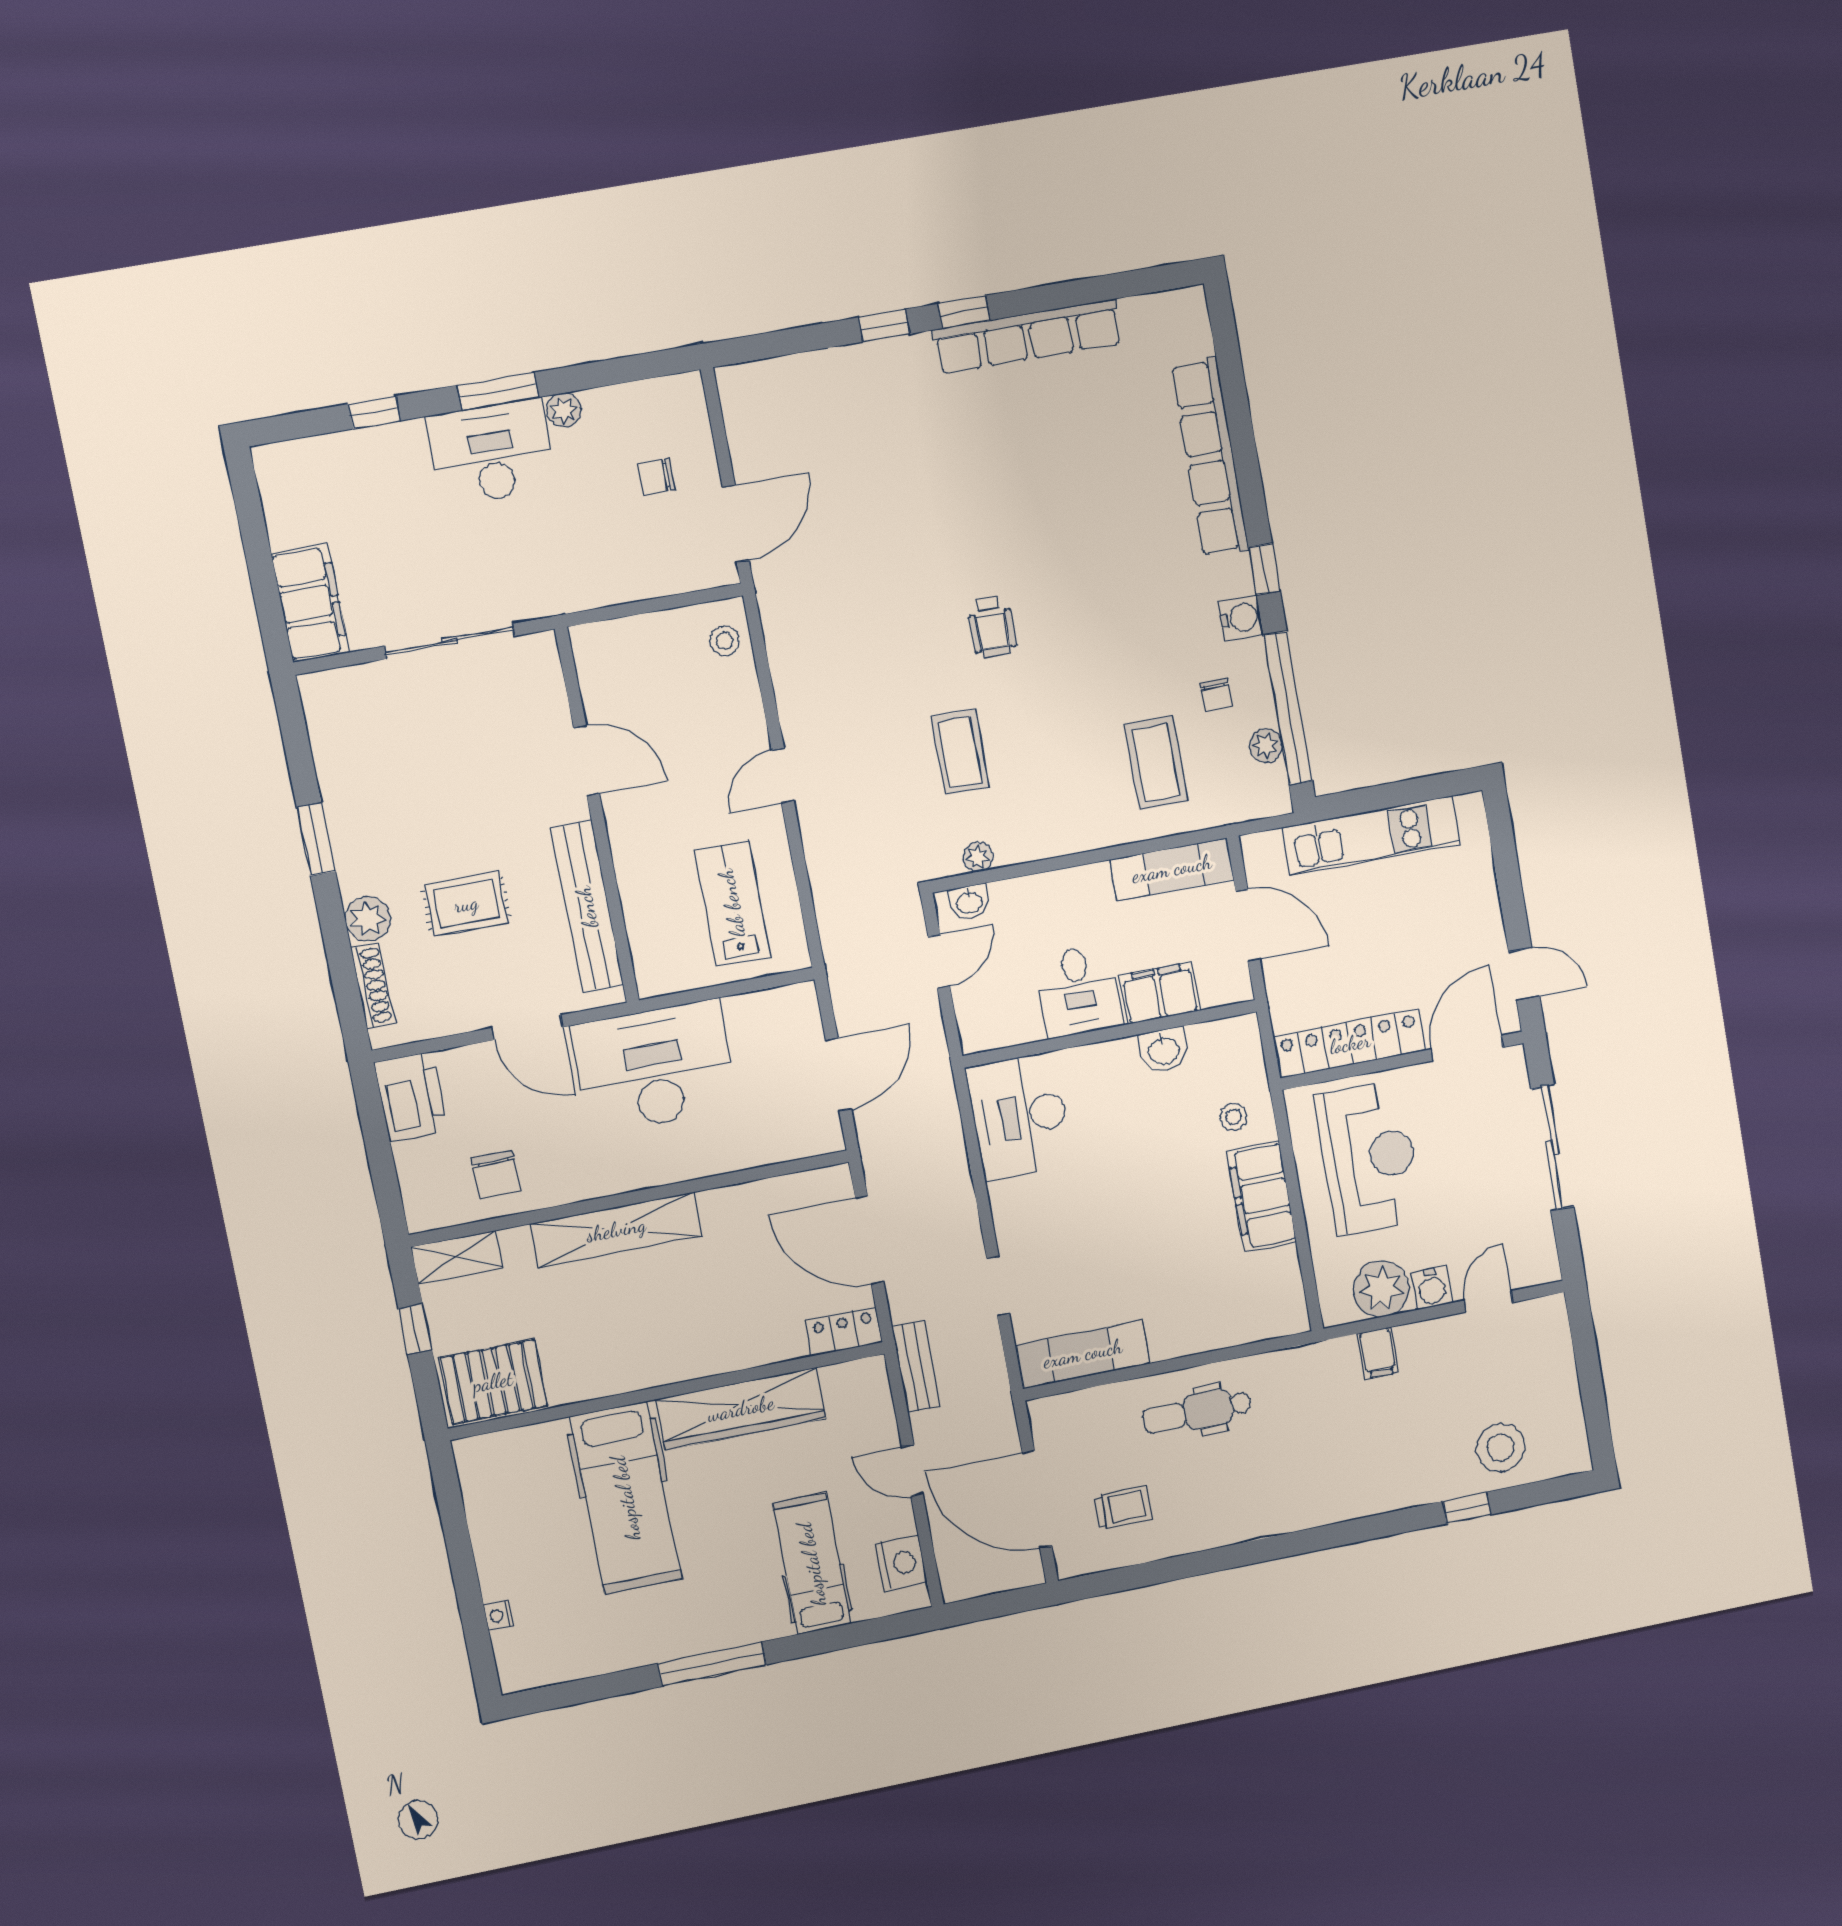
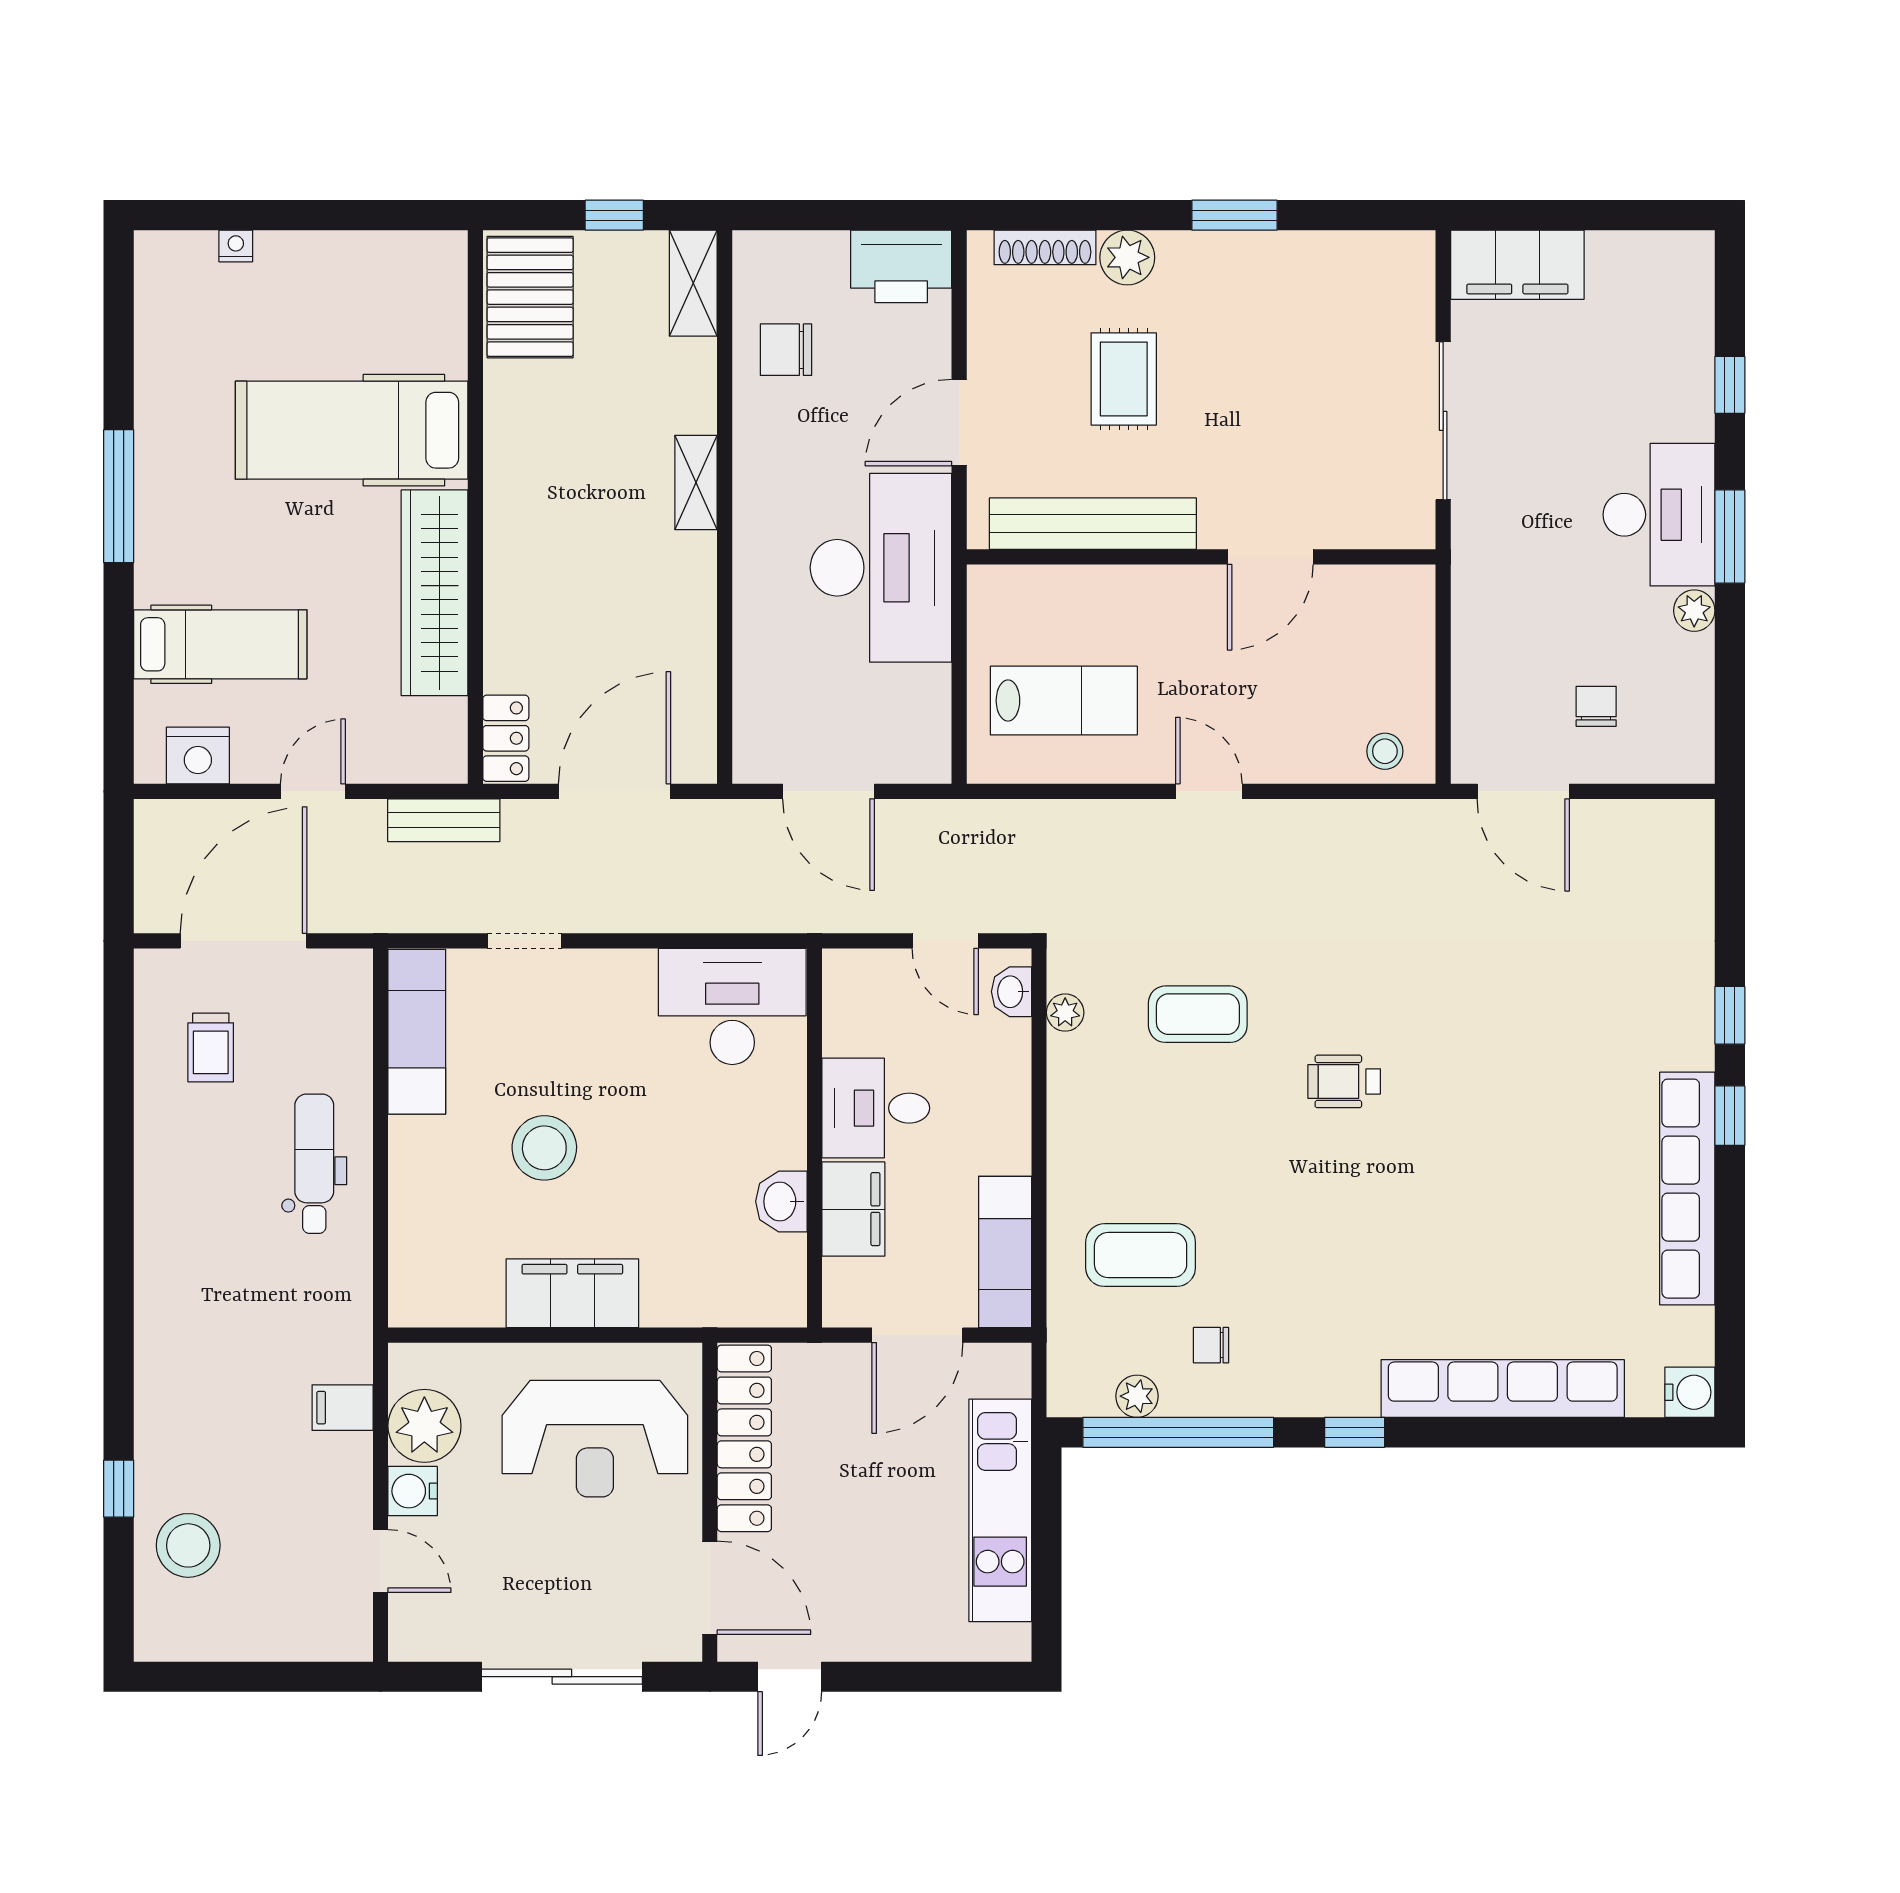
water cooler: (1241, 618) -> (1690, 1392), moved, turned -90
stool: (1234, 1117) -> (544, 1148), moved, width x1.89, depth x1.89
shelving: (616, 1230) -> (696, 483), width x0.45, depth x0.75

